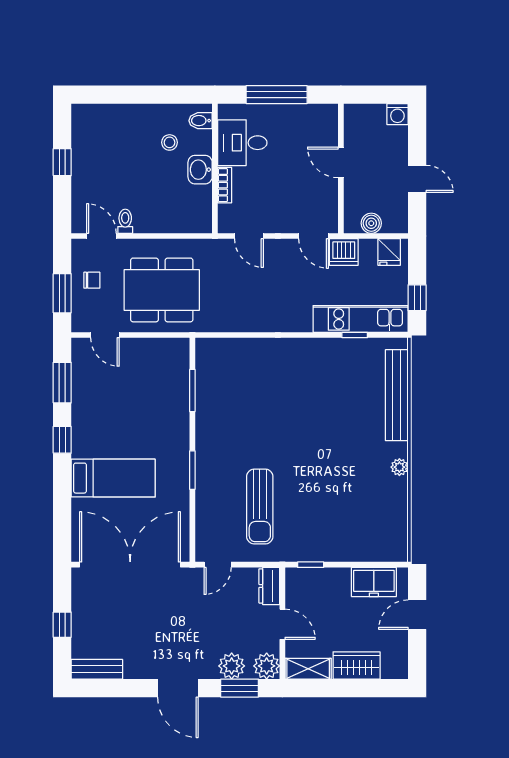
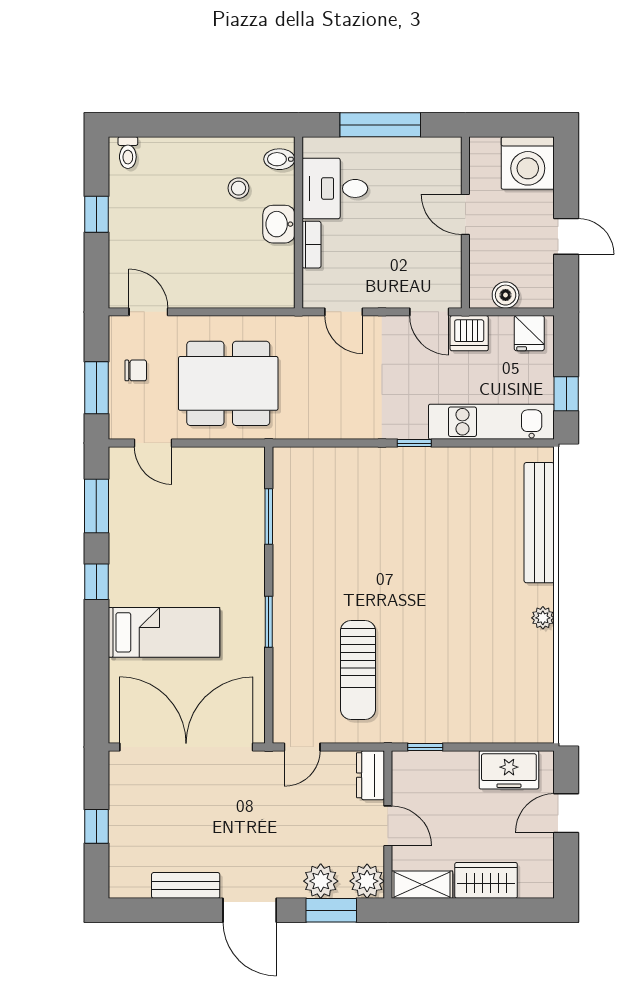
washing machine: (397, 114) -> (528, 163), width x1.89, depth x1.89
toilet: (125, 221) -> (128, 153), moved, turned 180
window: (355, 335) -> (414, 443), moved
bench: (97, 669) -> (186, 885), moved

